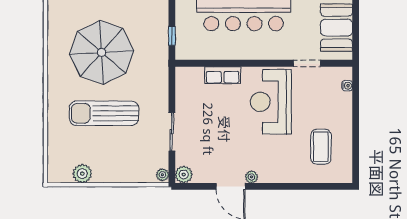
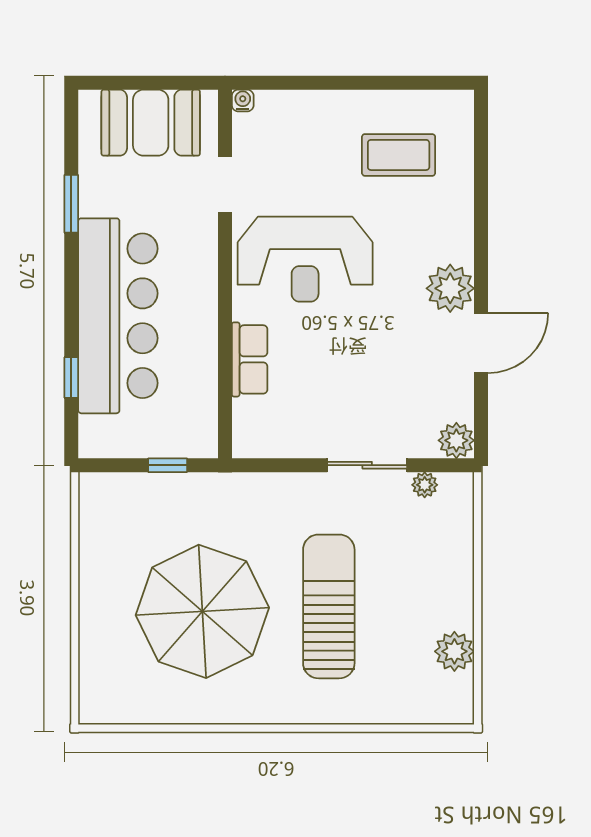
water cooler: (347, 86) -> (243, 101), moved
sun lounger: (104, 113) -> (329, 606), turned 180
plant: (162, 175) -> (425, 485), moved
plant: (252, 177) -> (450, 288), width x1.87, depth x1.87

